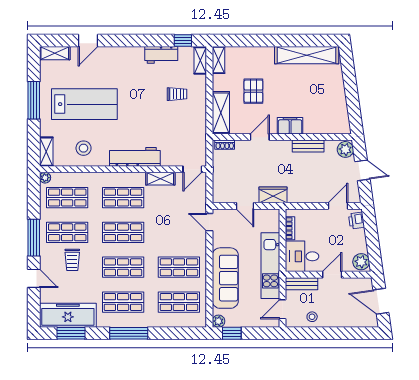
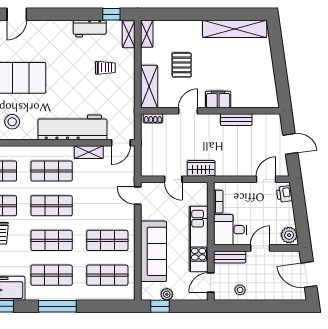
plant: (345, 149) -> (273, 123), removed
workbench: (135, 157) -> (73, 127), width x1.36, depth x1.32
plant: (219, 321) -> (167, 294), moved

